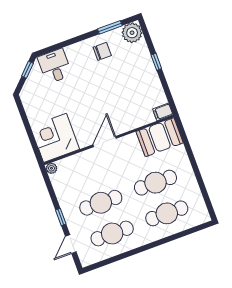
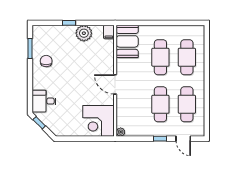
plant: (132, 33) -> (84, 33), moved

